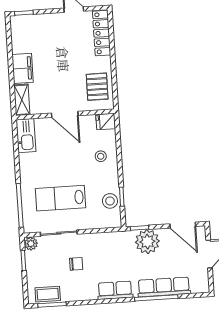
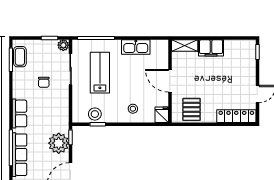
pallet: (97, 87) -> (192, 109), turned 90
door: (65, 114) -> (170, 81), hinge flipped
kitchen sink: (26, 136) -> (136, 47), moved

